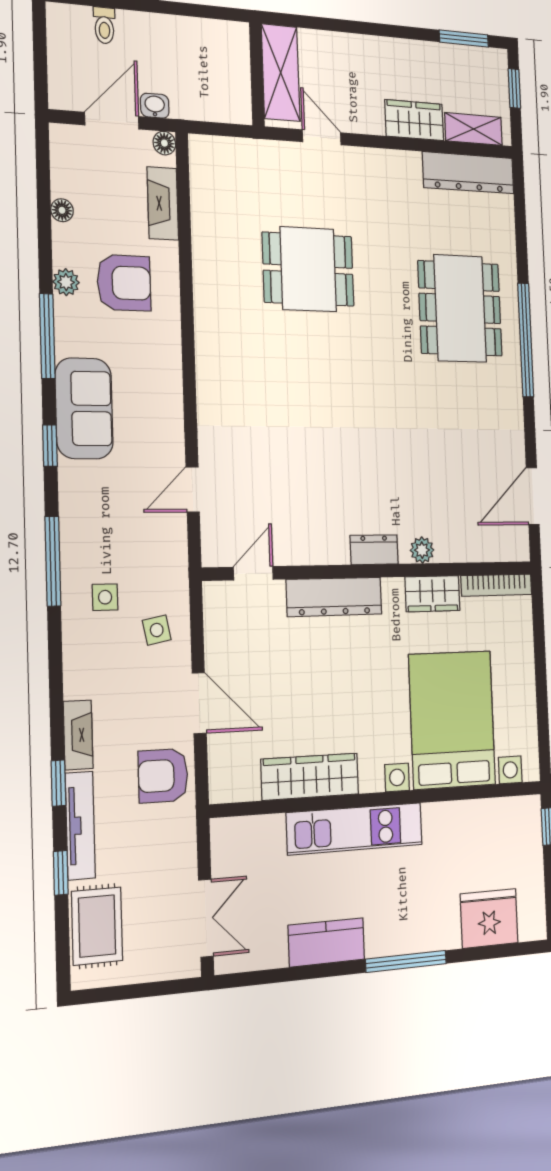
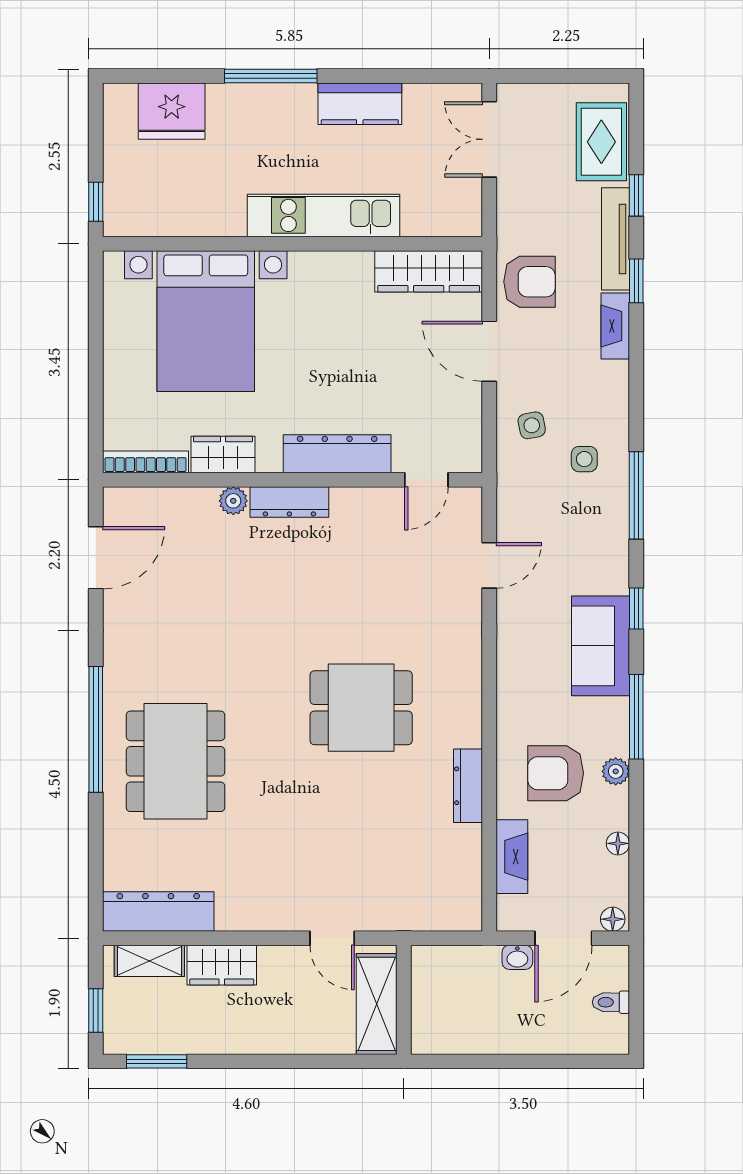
toilet: (104, 25) -> (611, 1002), moved, turned -90
floor lamp: (164, 143) -> (613, 919), moved
dining table: (308, 269) -> (361, 708), moved
dresser: (206, 274) -> (468, 786), added
dresser: (374, 550) -> (289, 502), width x1.44
wardrobe: (310, 777) -> (429, 271), moved

